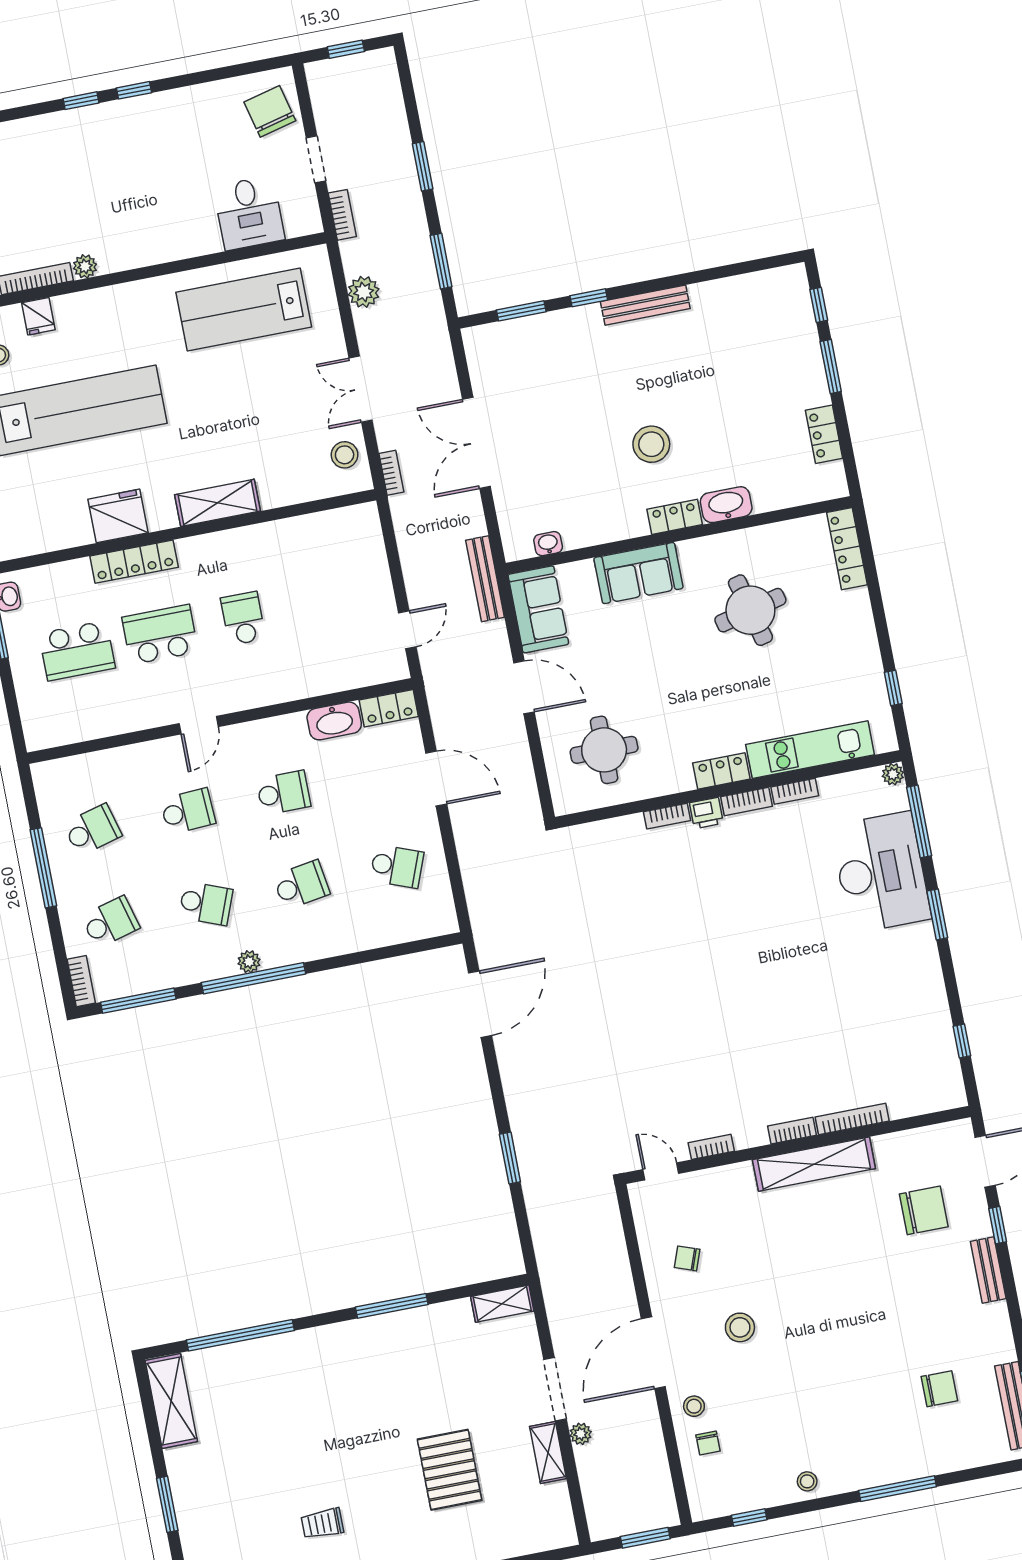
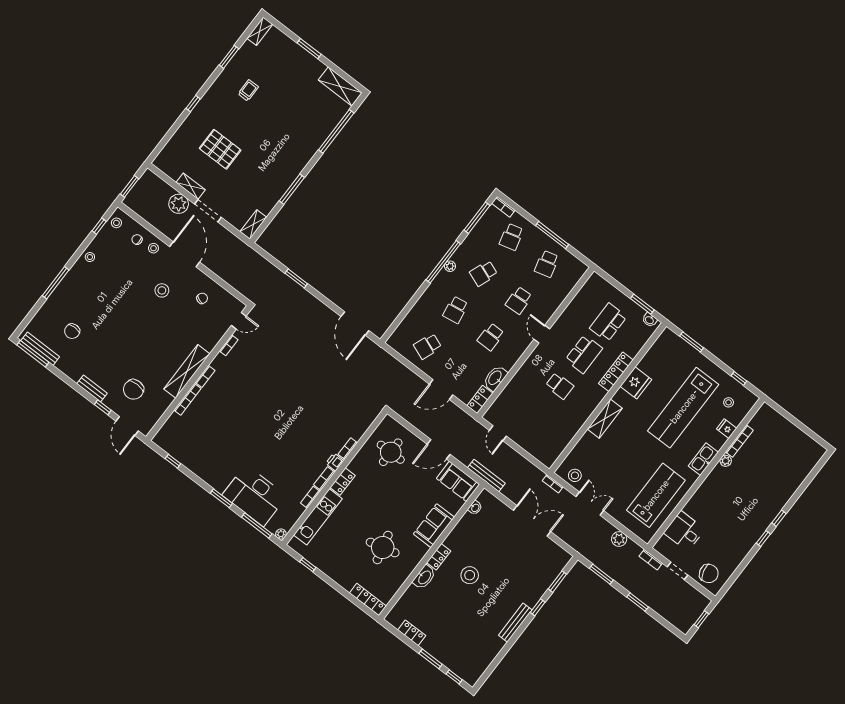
kitchen sink: (118, 301) -> (703, 459), added
plant: (581, 1434) -> (179, 204), width x1.88, depth x1.88
stool: (717, 1498) -> (116, 223), added

